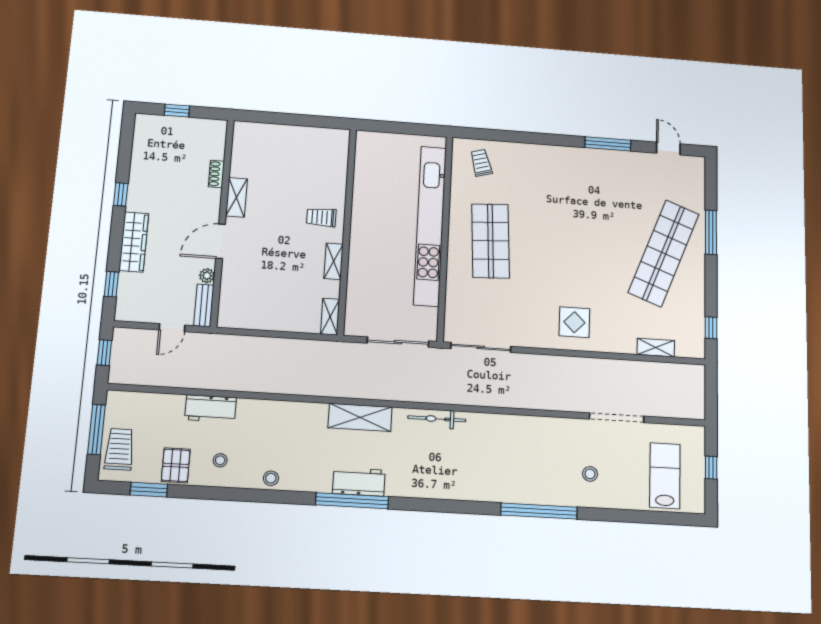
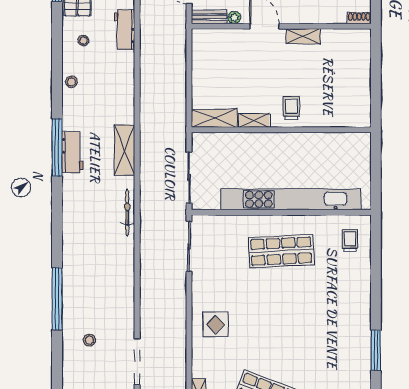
trolley: (481, 163) -> (350, 241), turned -74
shoe rack: (216, 174) -> (359, 18), moved
shelving: (330, 317) -> (214, 118), width x1.50, depth x1.33

